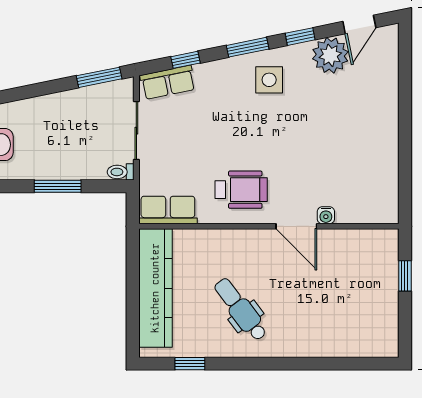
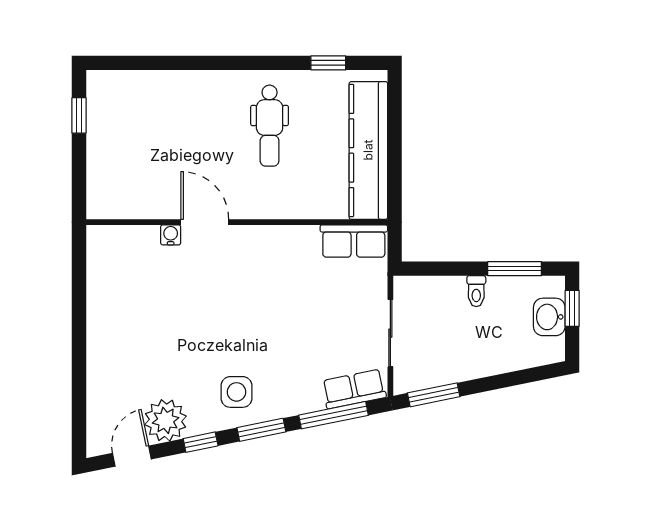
window: (185, 60) -> (333, 415), width x2.17
toilet: (121, 172) -> (476, 291), moved, turned 90
window: (58, 186) -> (515, 269), moved
wheelchair: (241, 190) -> (269, 265), removed
window: (405, 276) -> (79, 115), moved
dental chair: (241, 309) -> (270, 126), turned 37

